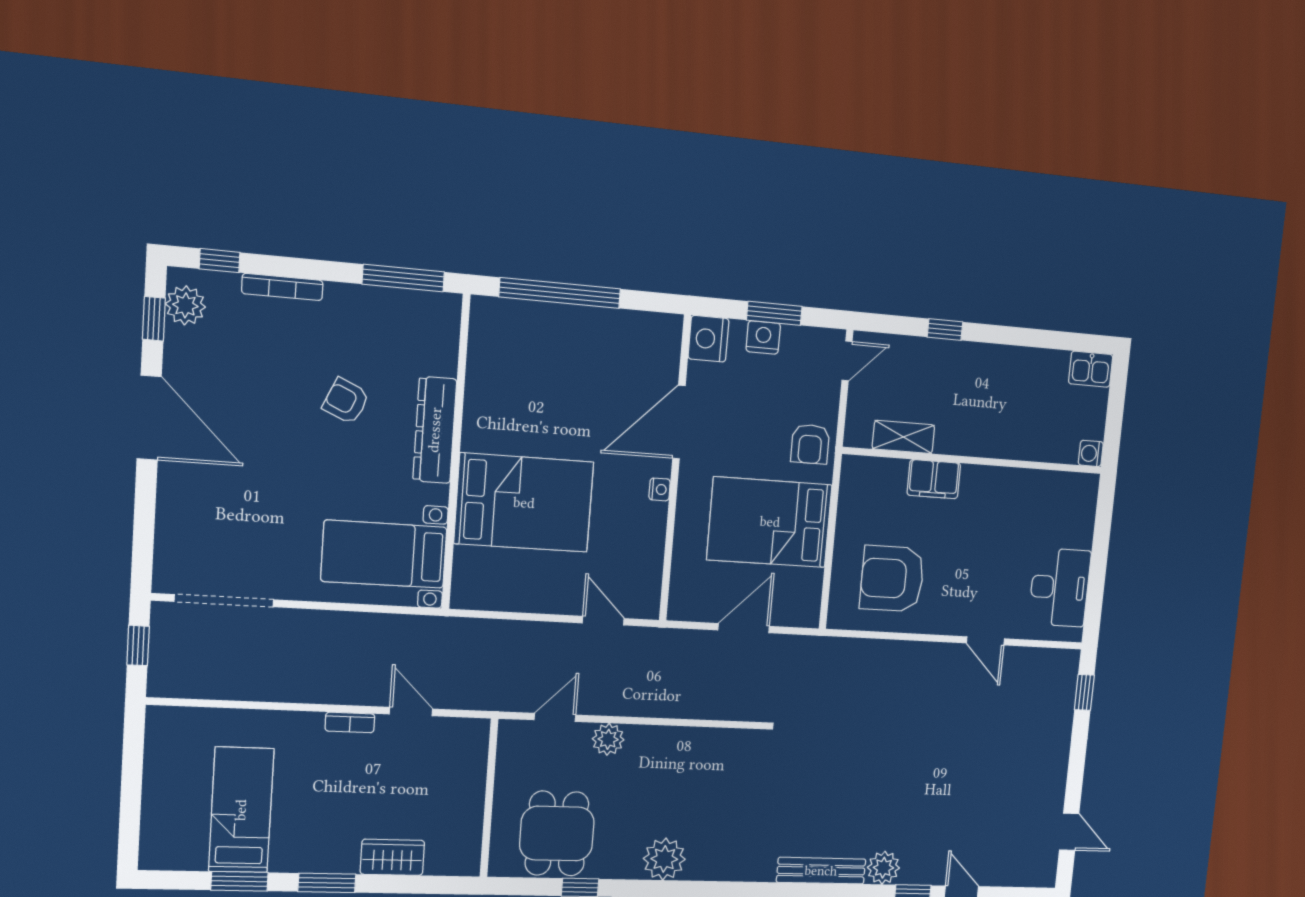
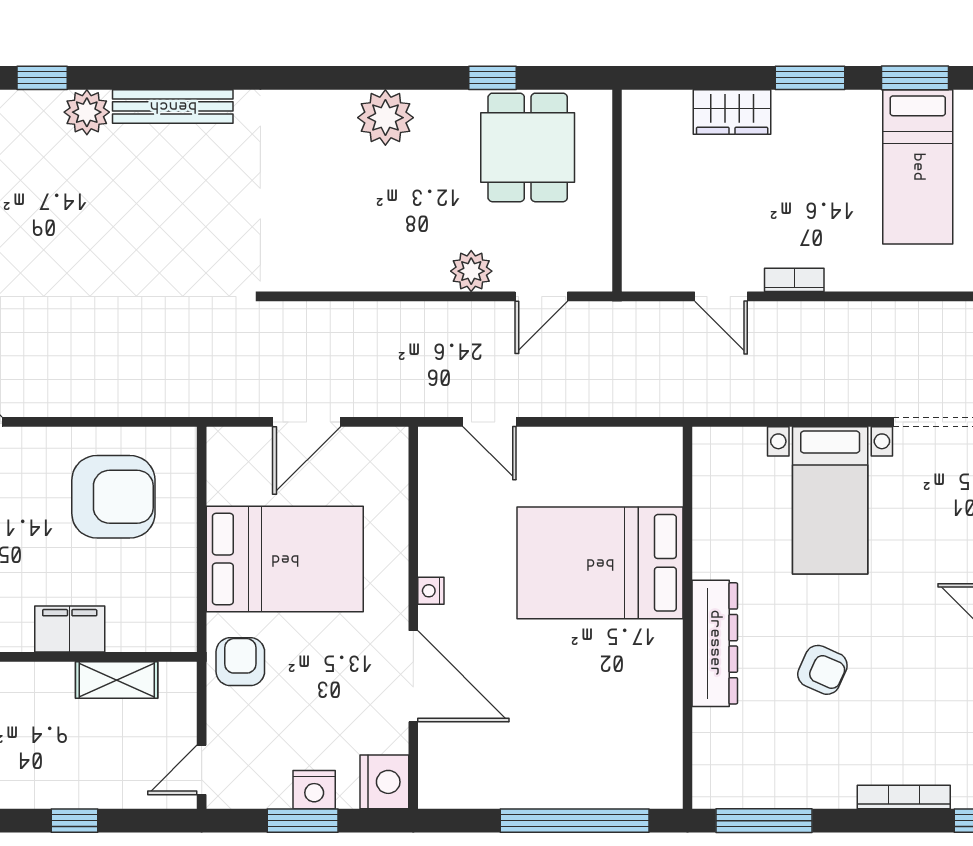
door: (679, 422) -> (413, 676), hinge flipped
bed with nightstands: (384, 554) -> (830, 500), moved, turned 90

